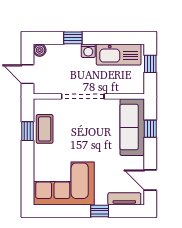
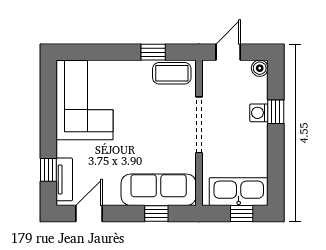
washing machine: (88, 51) -> (259, 113), moved
kitchen sink: (119, 54) -> (239, 192), moved, turned 90
coffee table: (45, 129) -> (172, 73), moved
window: (100, 211) -> (48, 170), moved

